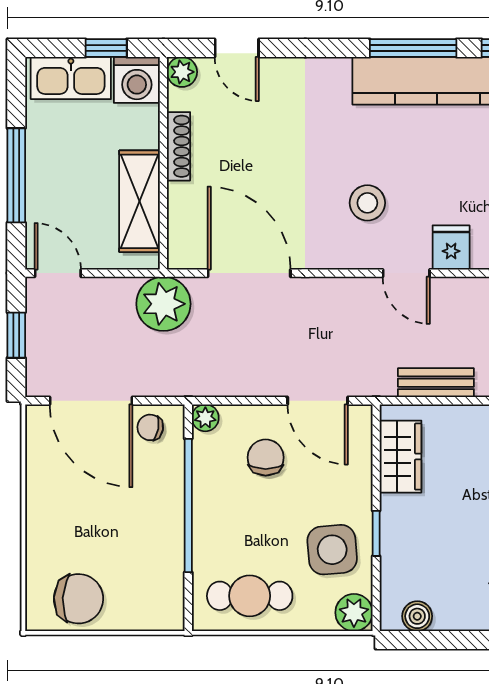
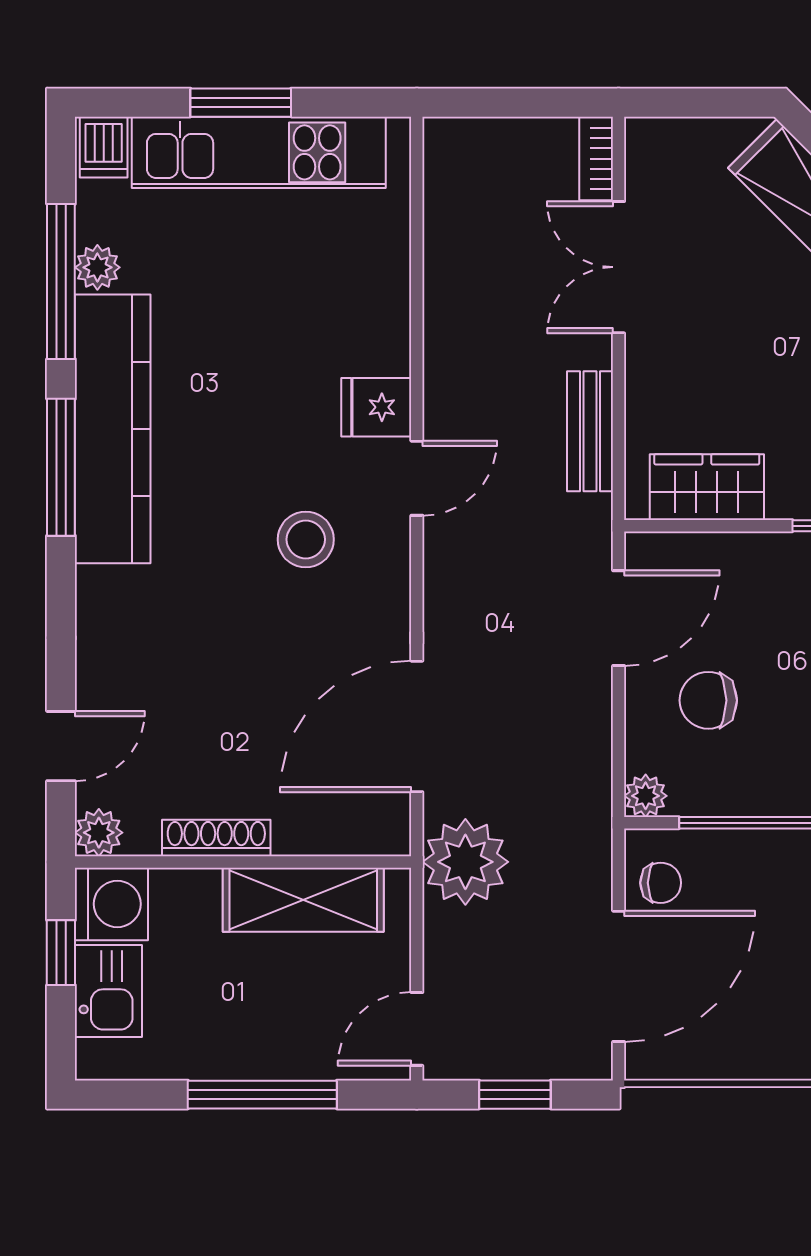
kitchen sink: (71, 78) -> (108, 991), width x0.73
chair: (150, 427) -> (661, 883), turned -100

